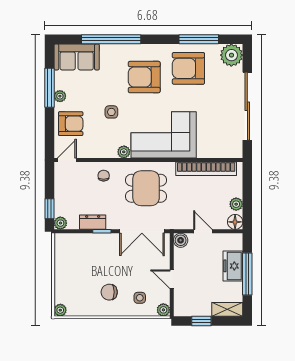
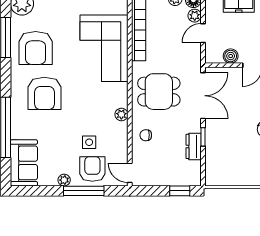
window: (49, 88) -> (84, 191), moved
side table: (111, 112) -> (89, 142), moved
corner sofa: (164, 135) -> (104, 48), moved
dining table: (146, 188) -> (159, 92), turned 90
plant: (60, 223) -> (195, 16), moved
boiler: (181, 240) -> (231, 56), moved

